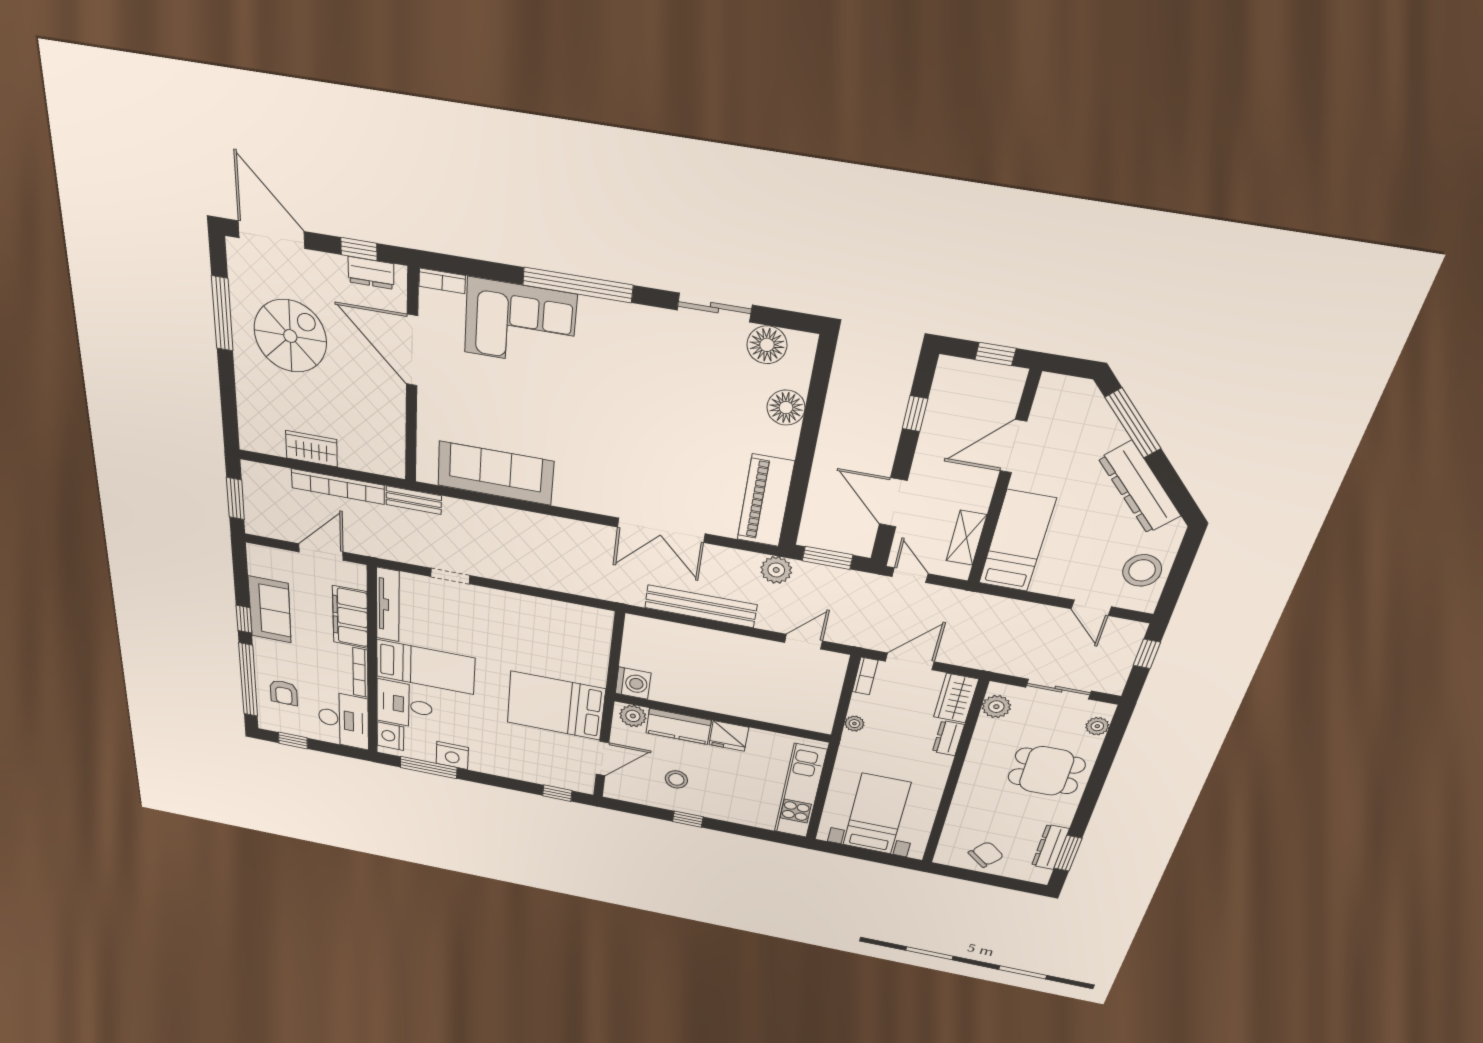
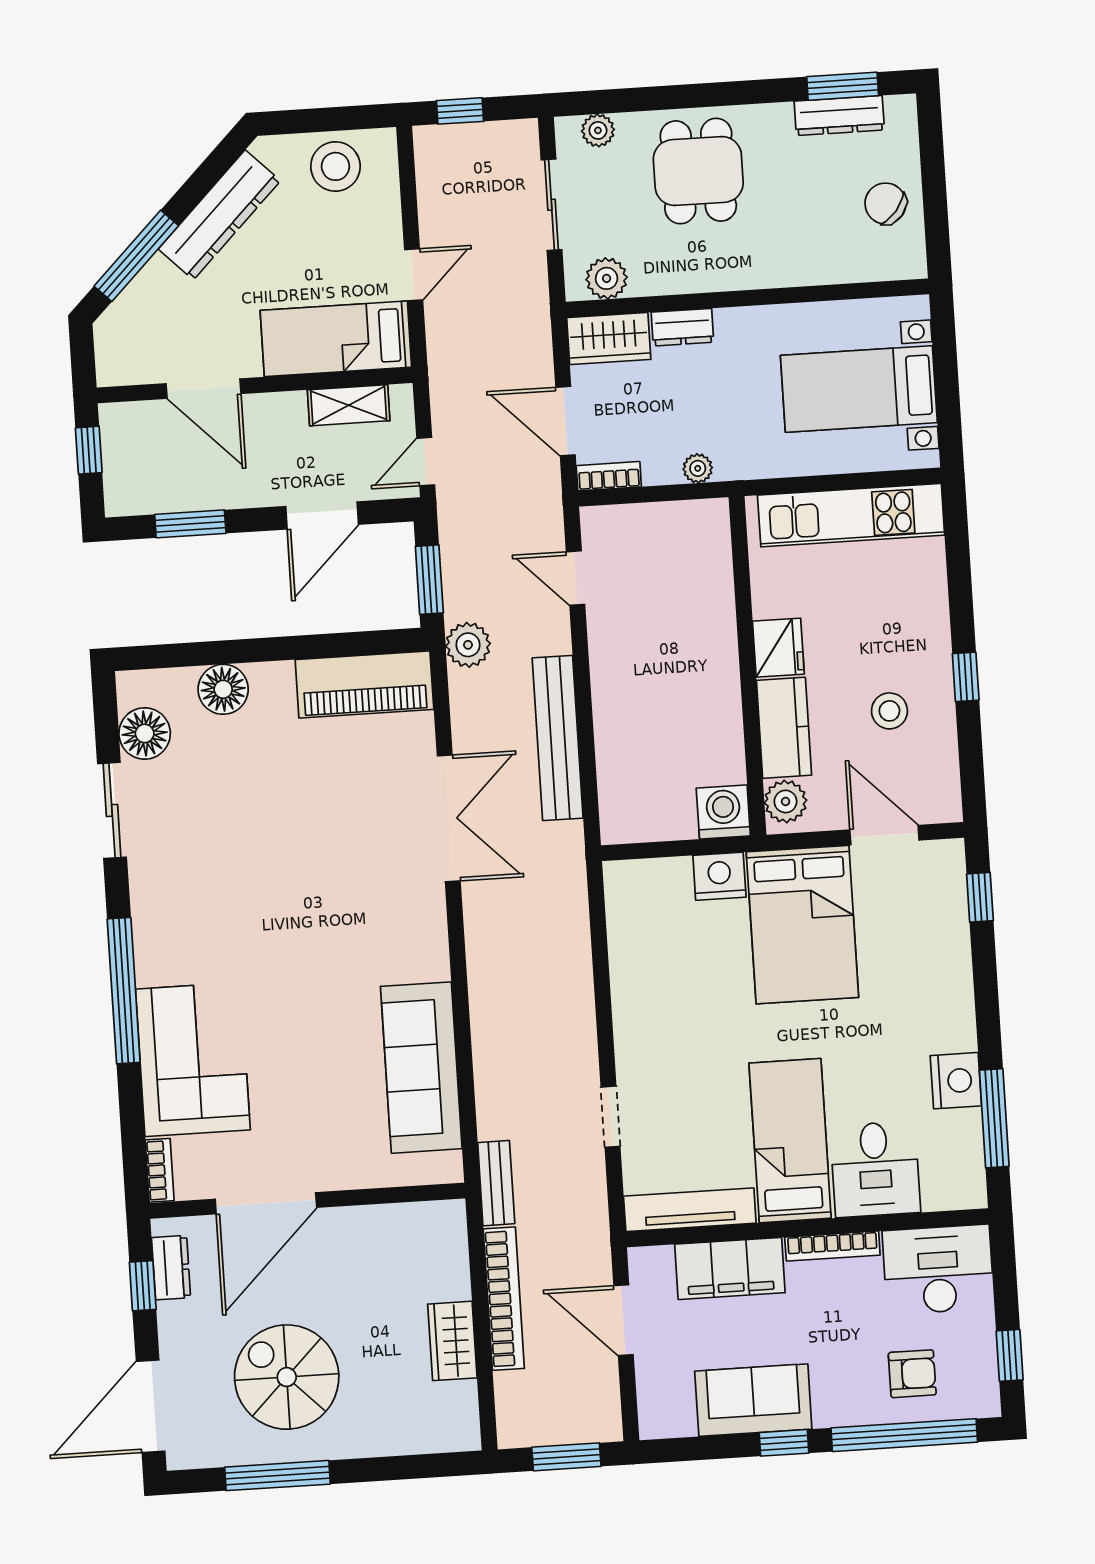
window: (915, 414) -> (190, 524), width x1.50
door: (1091, 608) -> (414, 275), moved
nightstand: (390, 736) -> (719, 876), moved, turned 180

